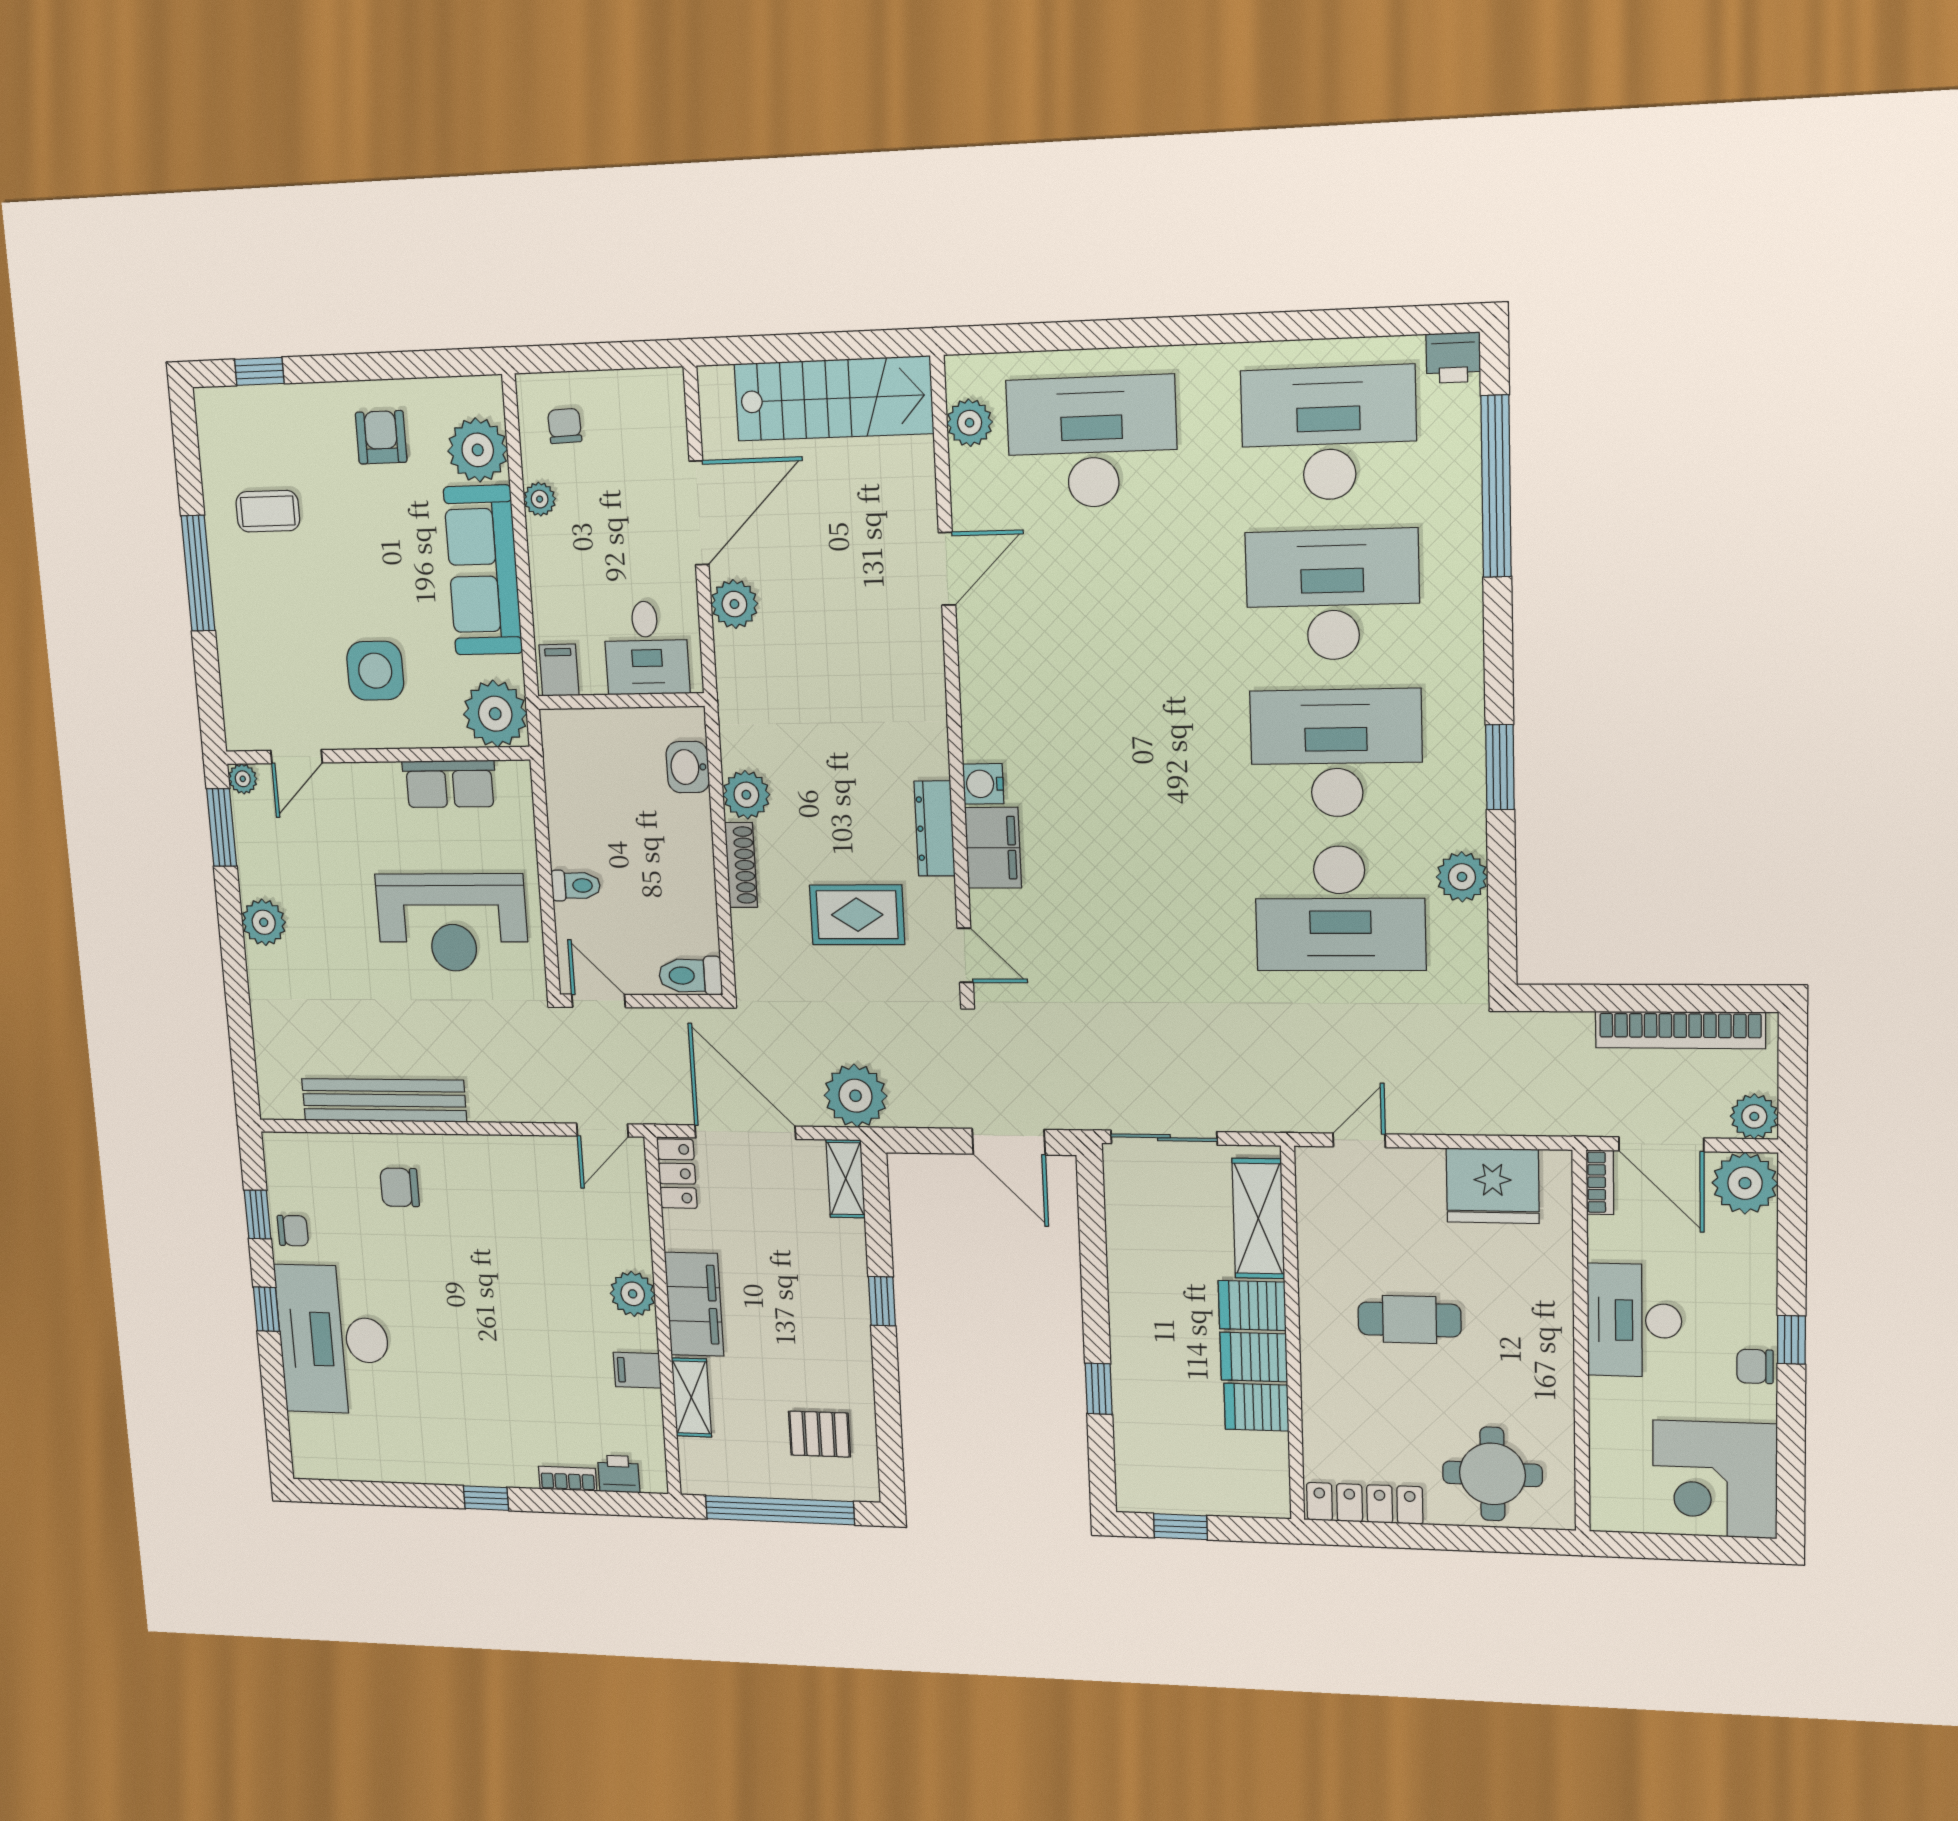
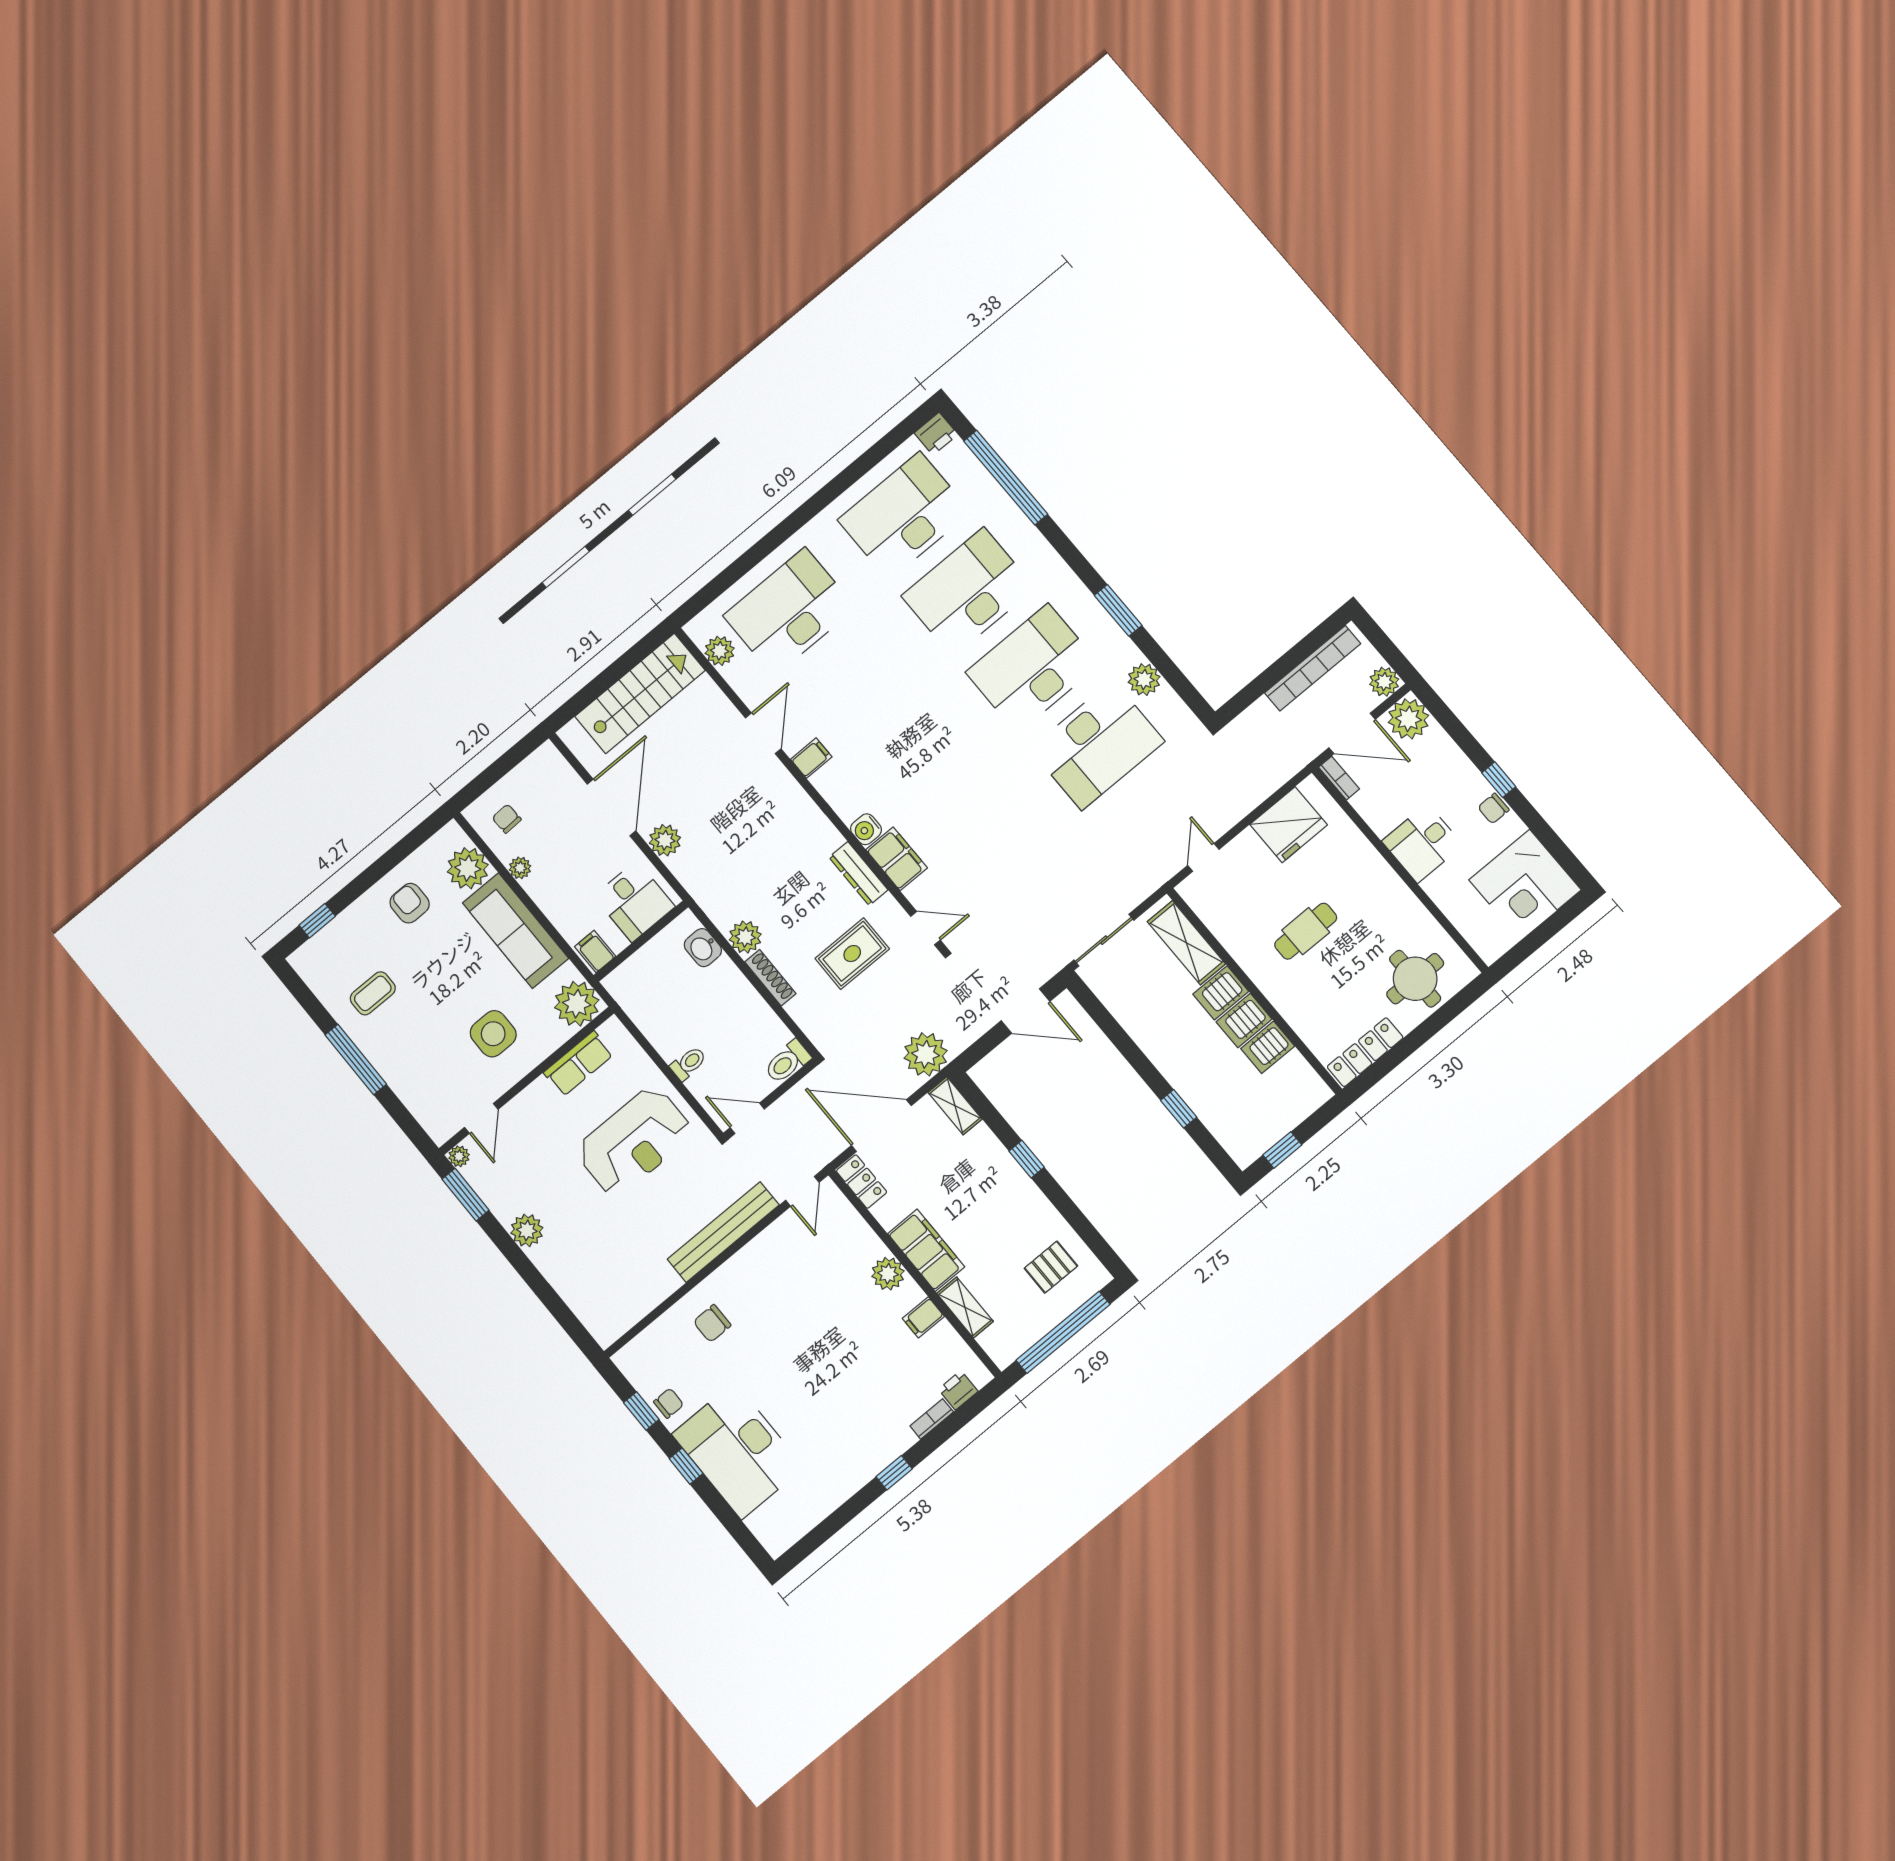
filing cabinet: (982, 646) -> (811, 758), added
bench: (384, 1100) -> (723, 1232), moved
desk: (1634, 1320) -> (1422, 843), width x0.73

